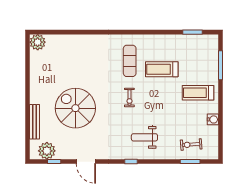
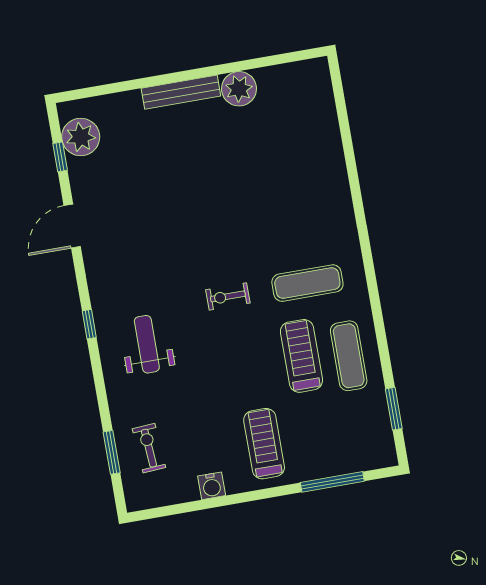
plant: (38, 42) -> (239, 89), moved
exercise mat: (165, 48) -> (349, 356), added
spiral stairs: (75, 108) -> (184, 183), removed
bench: (35, 122) -> (181, 92), moved

